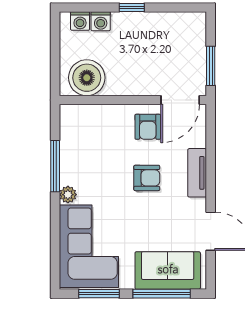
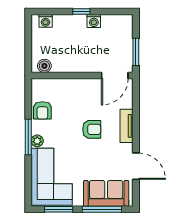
washing machine: (101, 21) -> (94, 21), moved
boiler: (87, 78) -> (44, 66), width x0.54, depth x0.54
armchair: (148, 127) -> (42, 110), moved
window: (55, 166) -> (28, 137), moved

